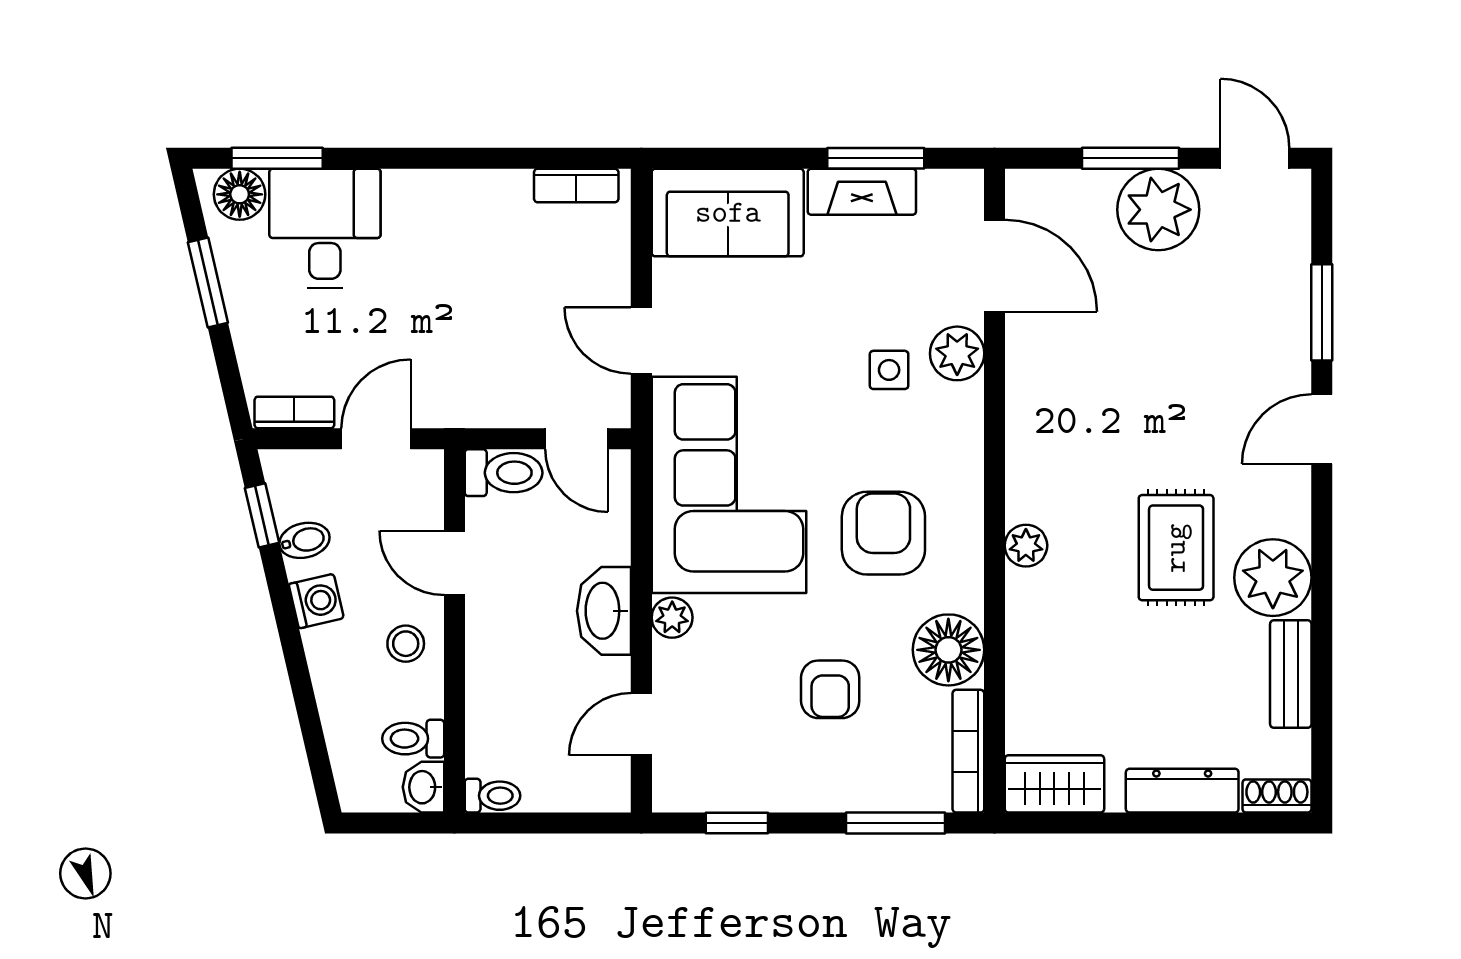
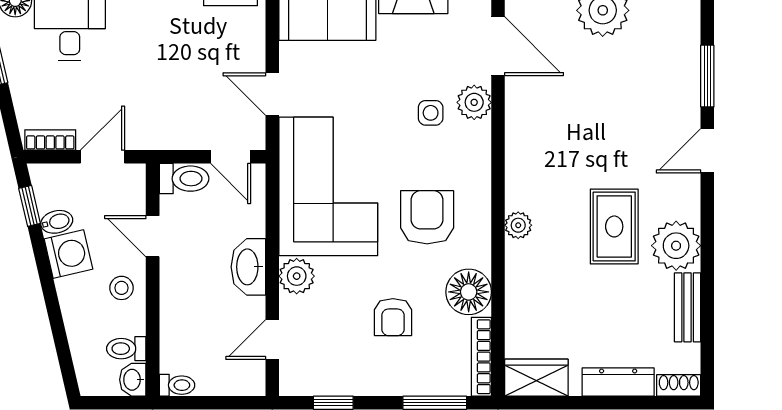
washing machine: (316, 601) -> (68, 254), width x1.38, depth x1.38
plant: (672, 618) -> (297, 276), width x1.38, depth x1.38

